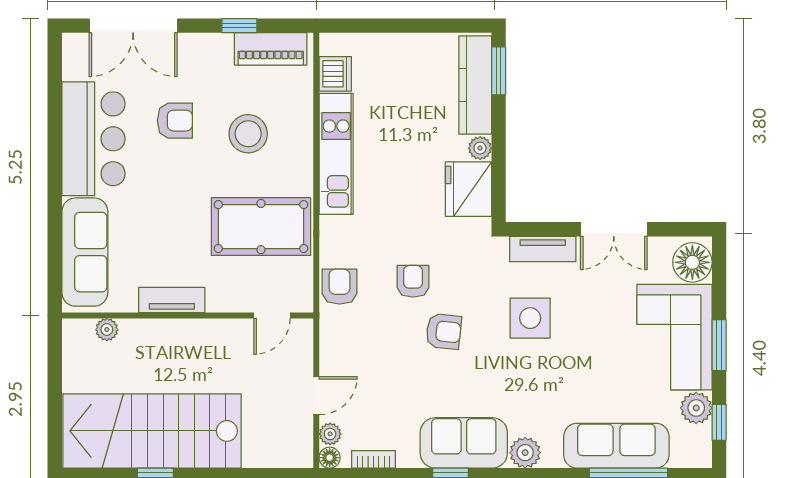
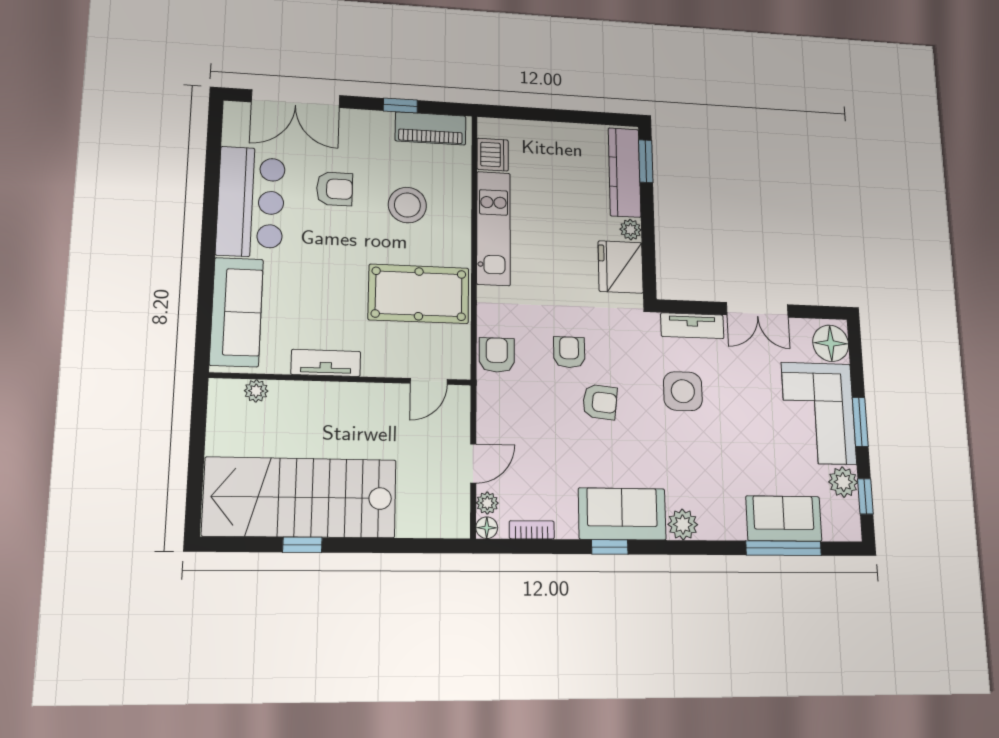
sofa: (616, 446) -> (784, 519), width x0.73

